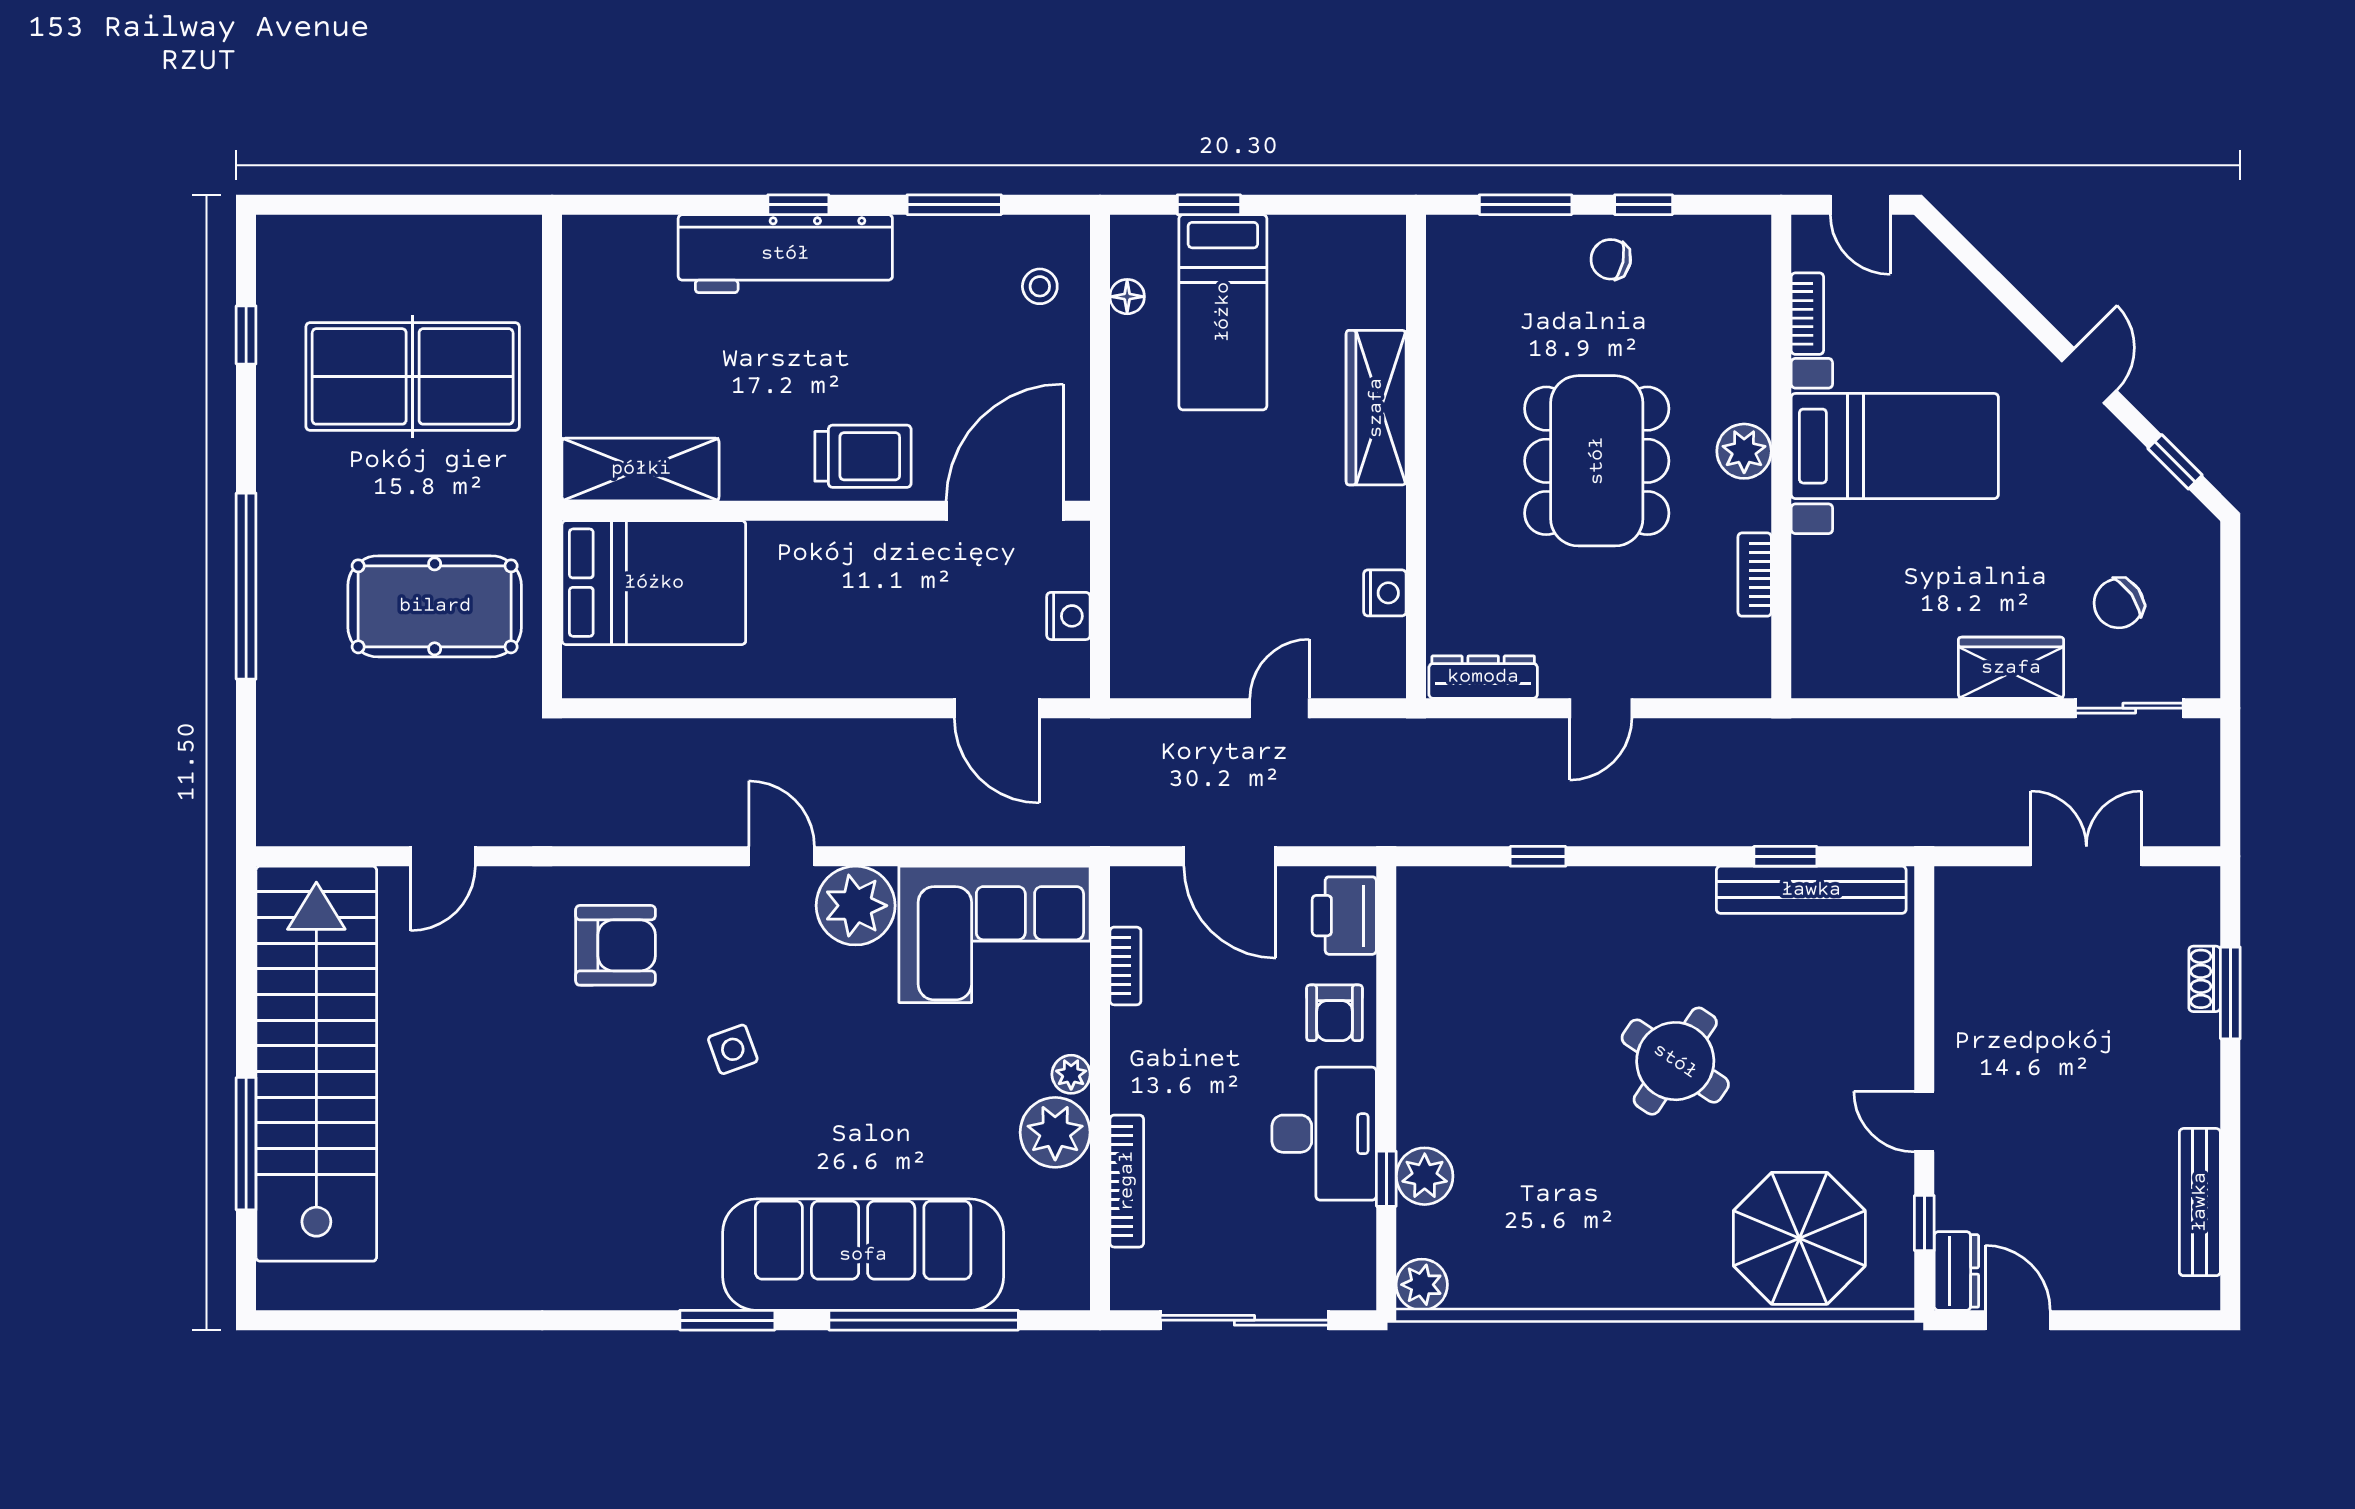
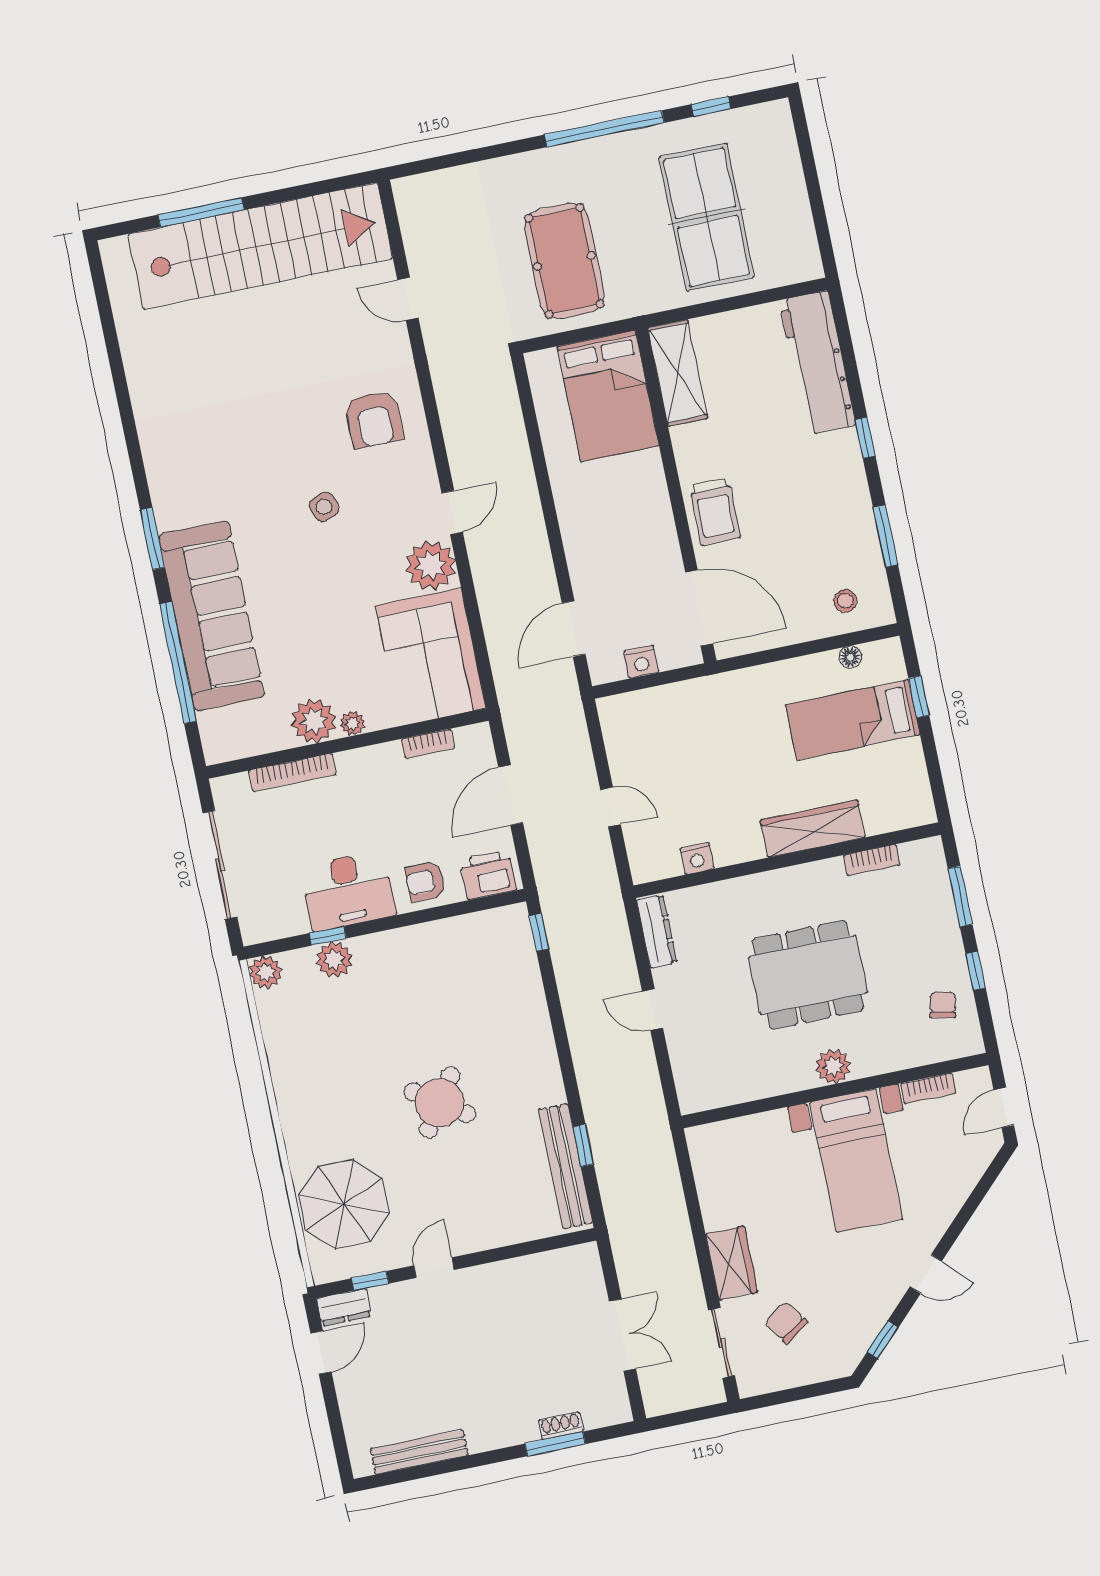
workbench: (785, 254) -> (817, 363), moved
chair: (1611, 259) -> (943, 1005), moved
bookcase: (1755, 575) -> (872, 860), moved, turned 180
window: (246, 586) -> (604, 129), moved
window: (1538, 856) -> (539, 932), moved

